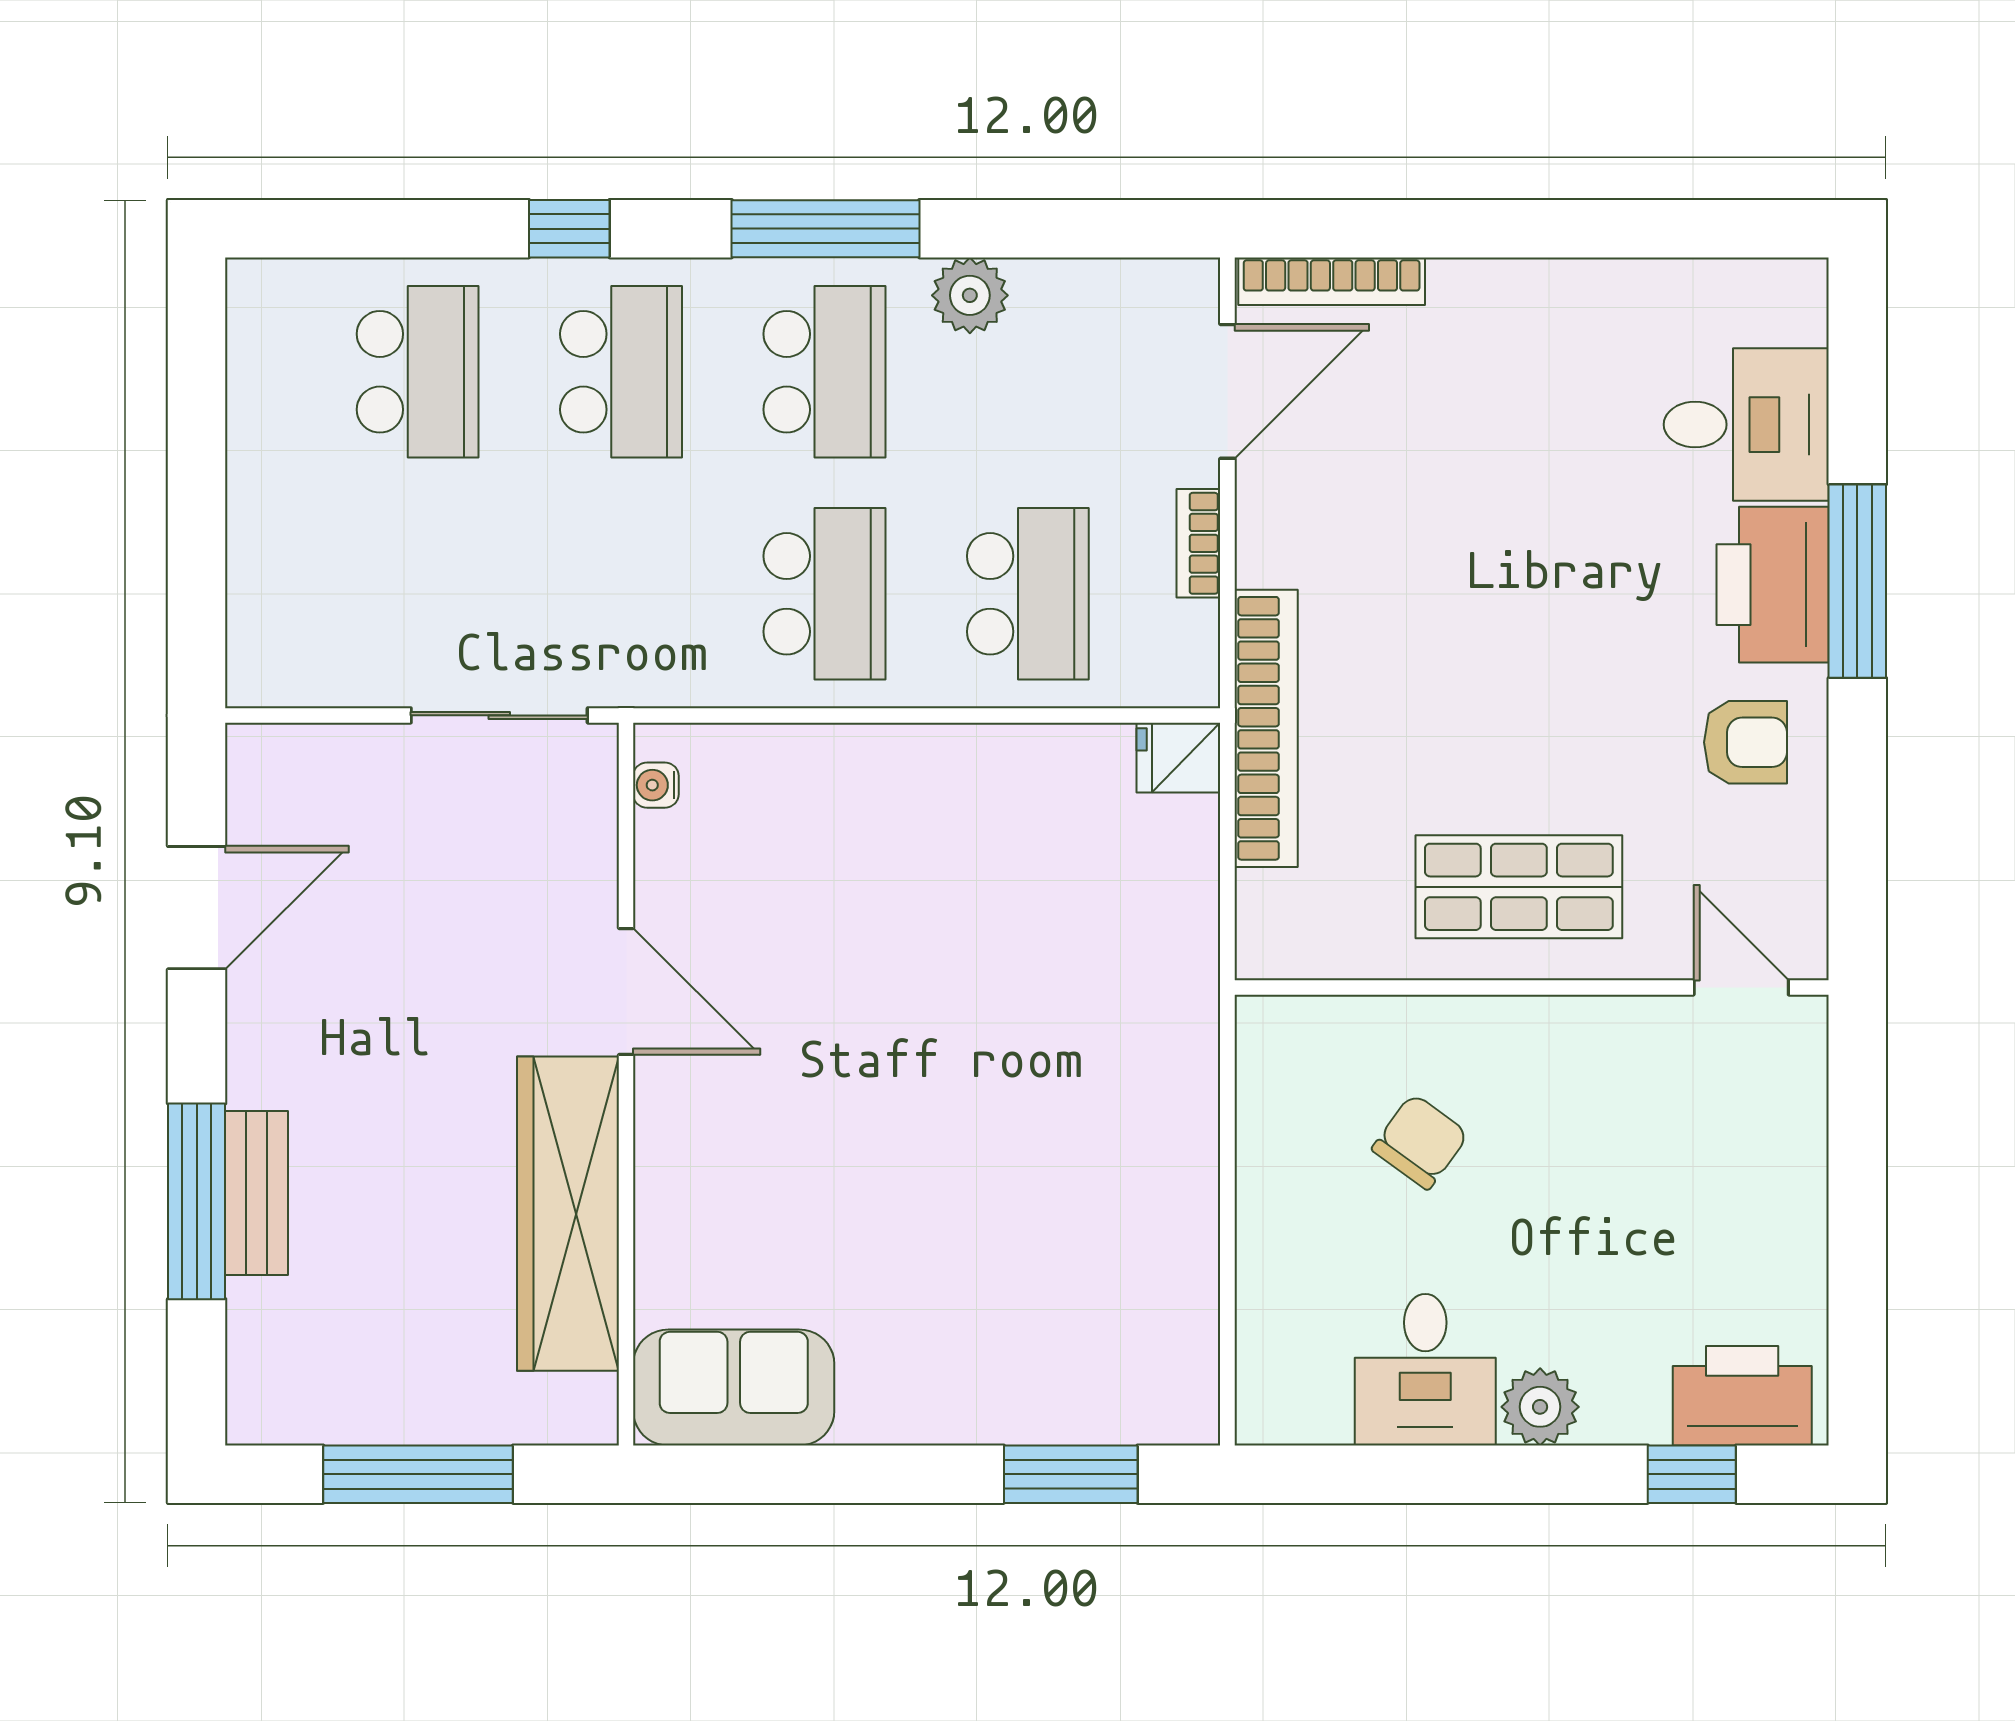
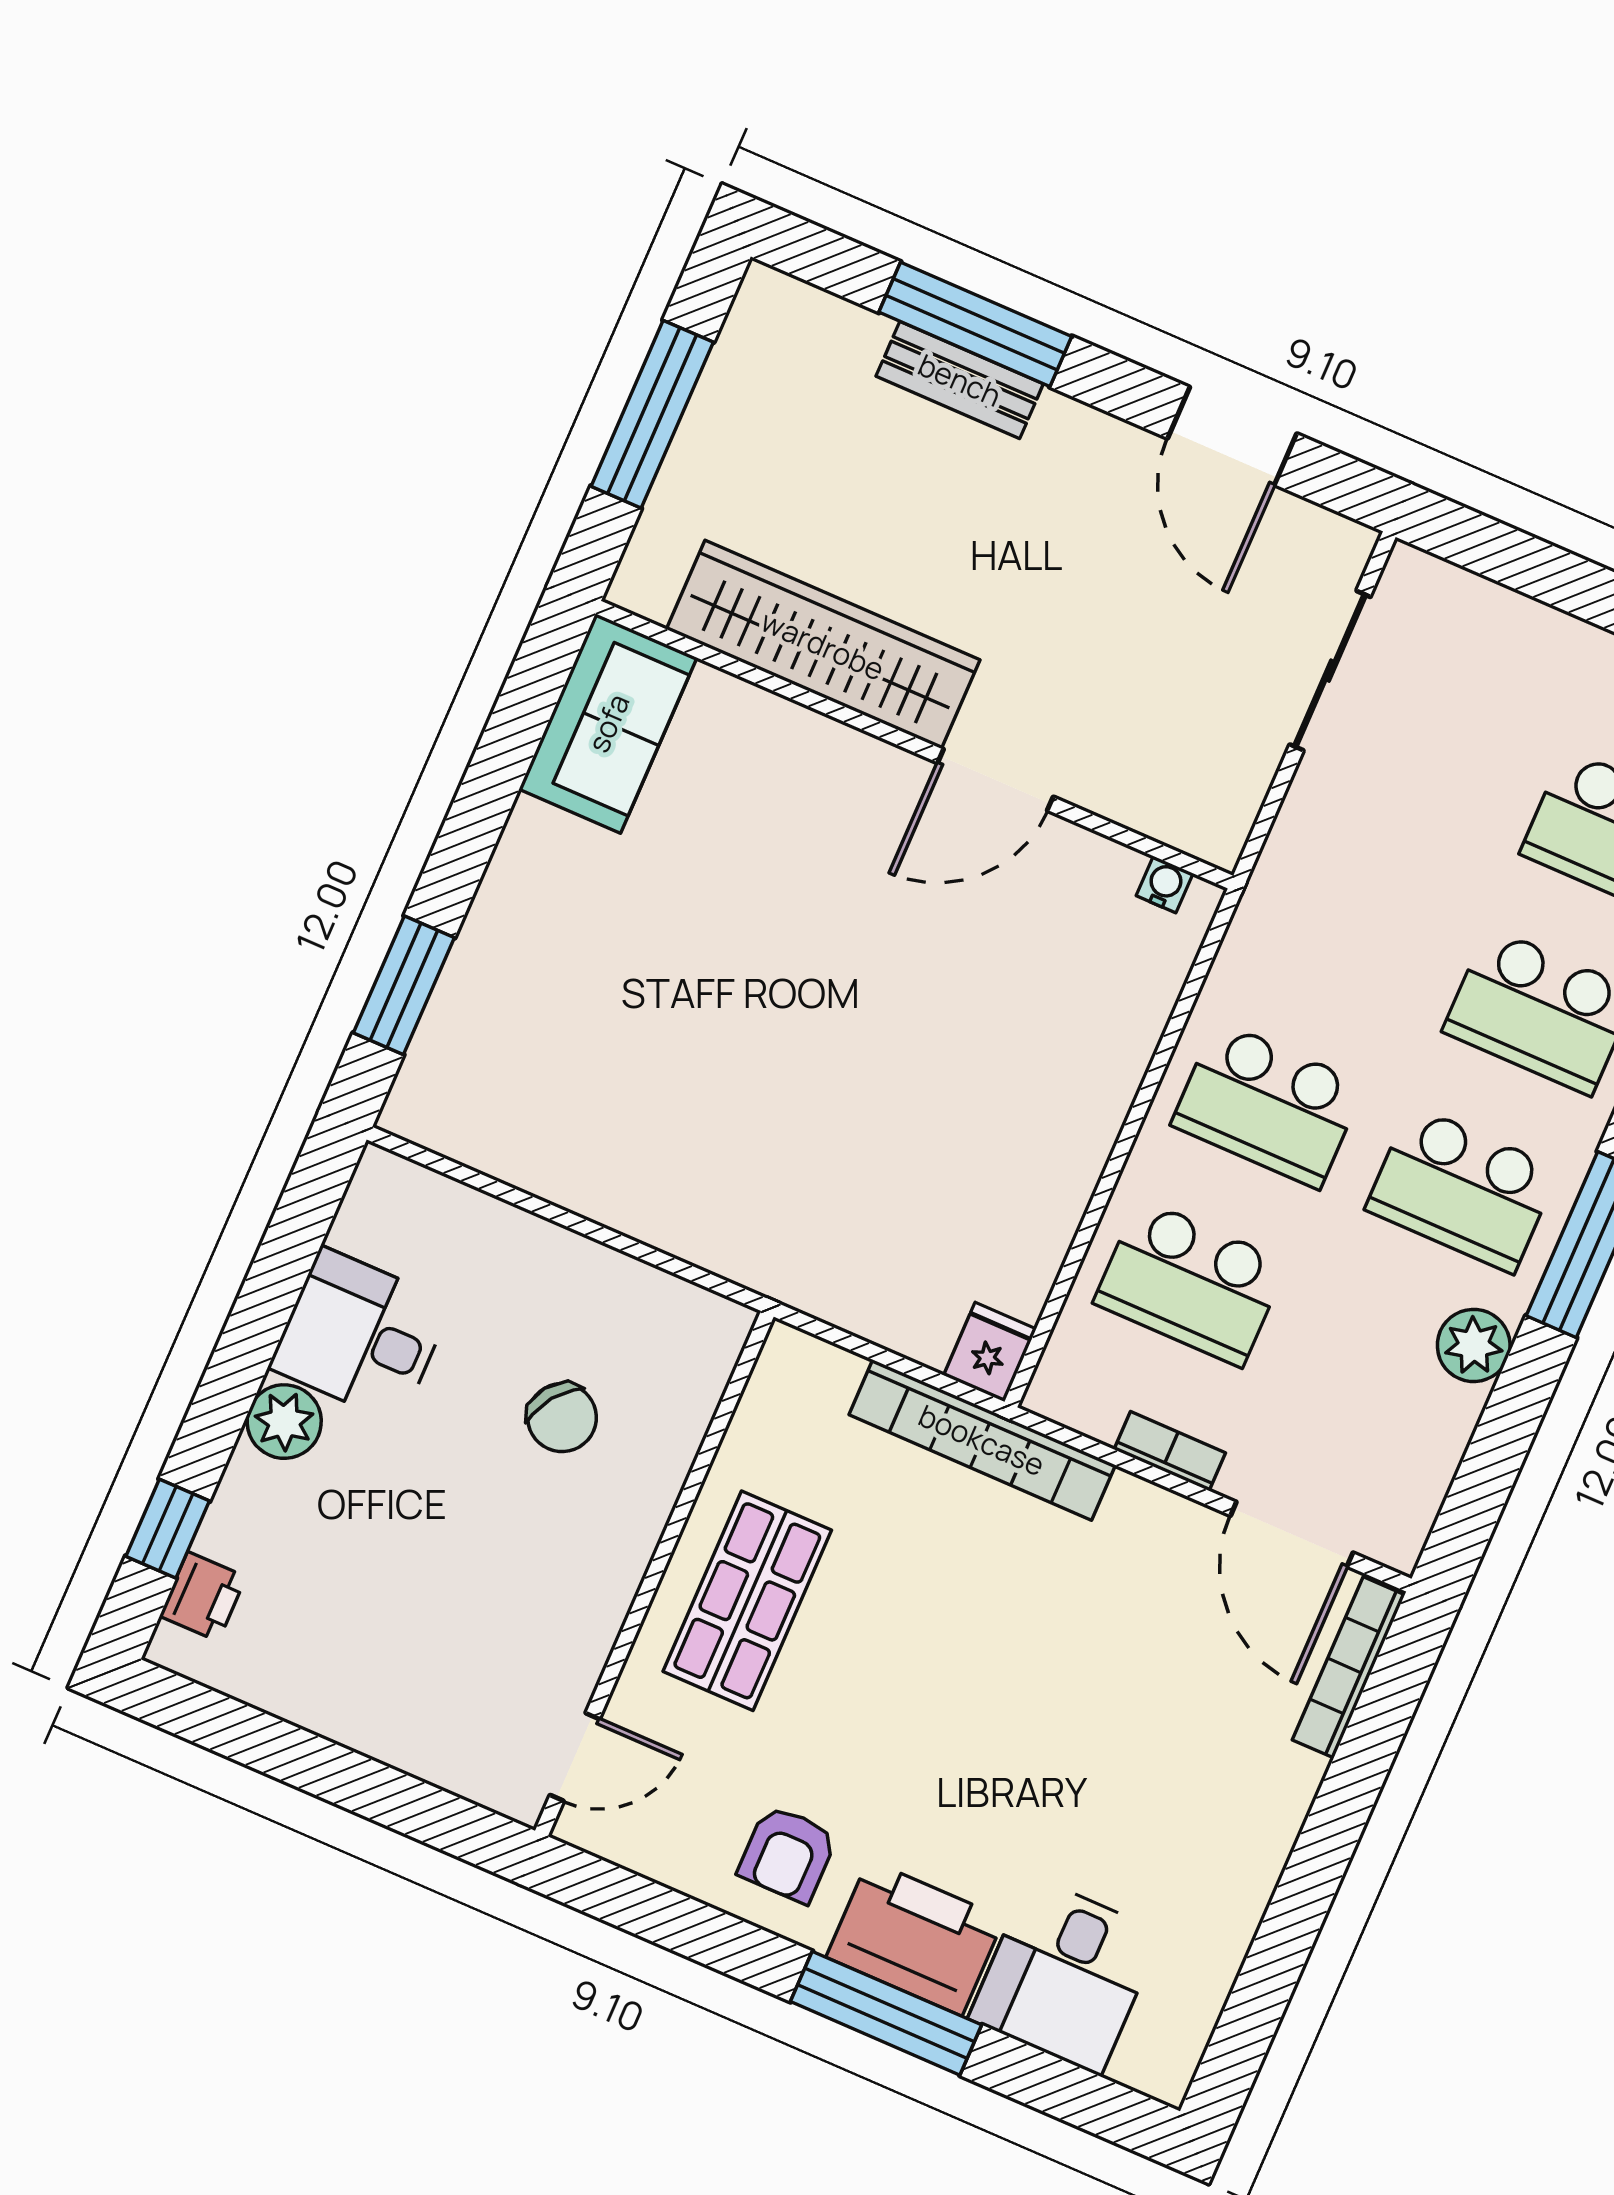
sliding door: (499, 715) -> (1330, 671), moved
printer: (1742, 1396) -> (203, 1596), width x0.53, depth x0.68

